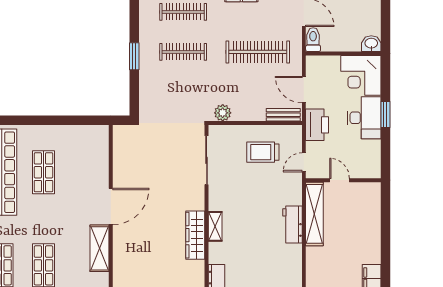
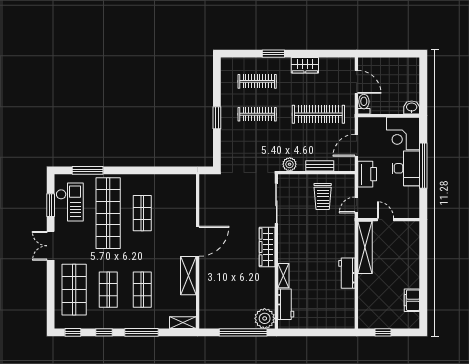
door: (304, 90) -> (356, 145), hinge flipped
window: (385, 114) -> (423, 166), width x2.11
bench: (283, 115) -> (320, 166), moved
trolley: (263, 152) -> (323, 197), turned -90
workbench: (292, 224) -> (347, 273), moved
shelving: (215, 226) -> (283, 276), moved
wardrobe: (195, 235) -> (267, 247), moved

